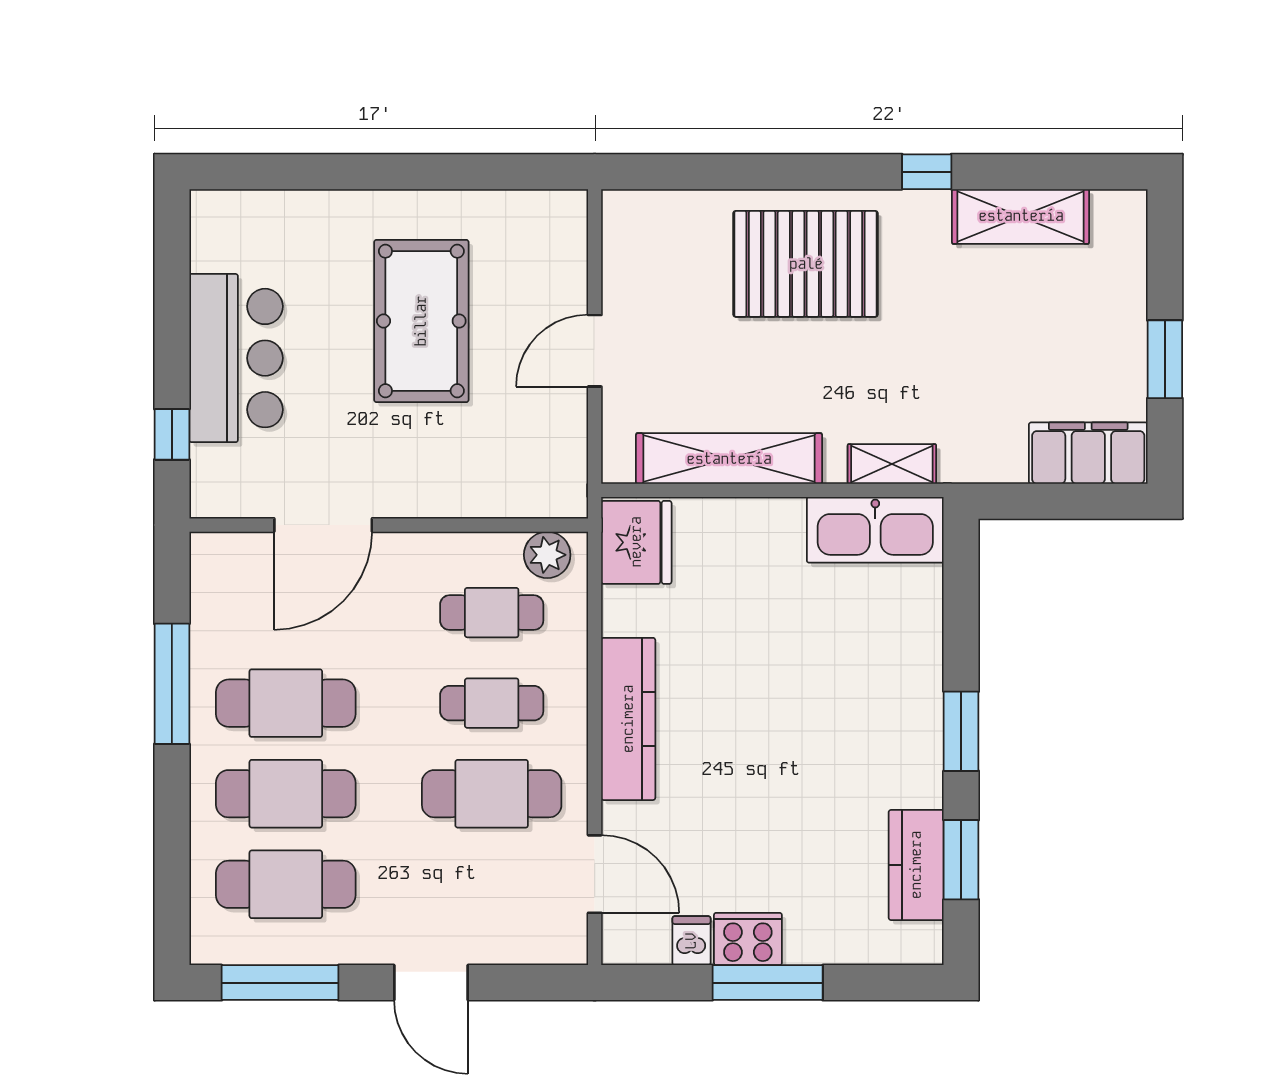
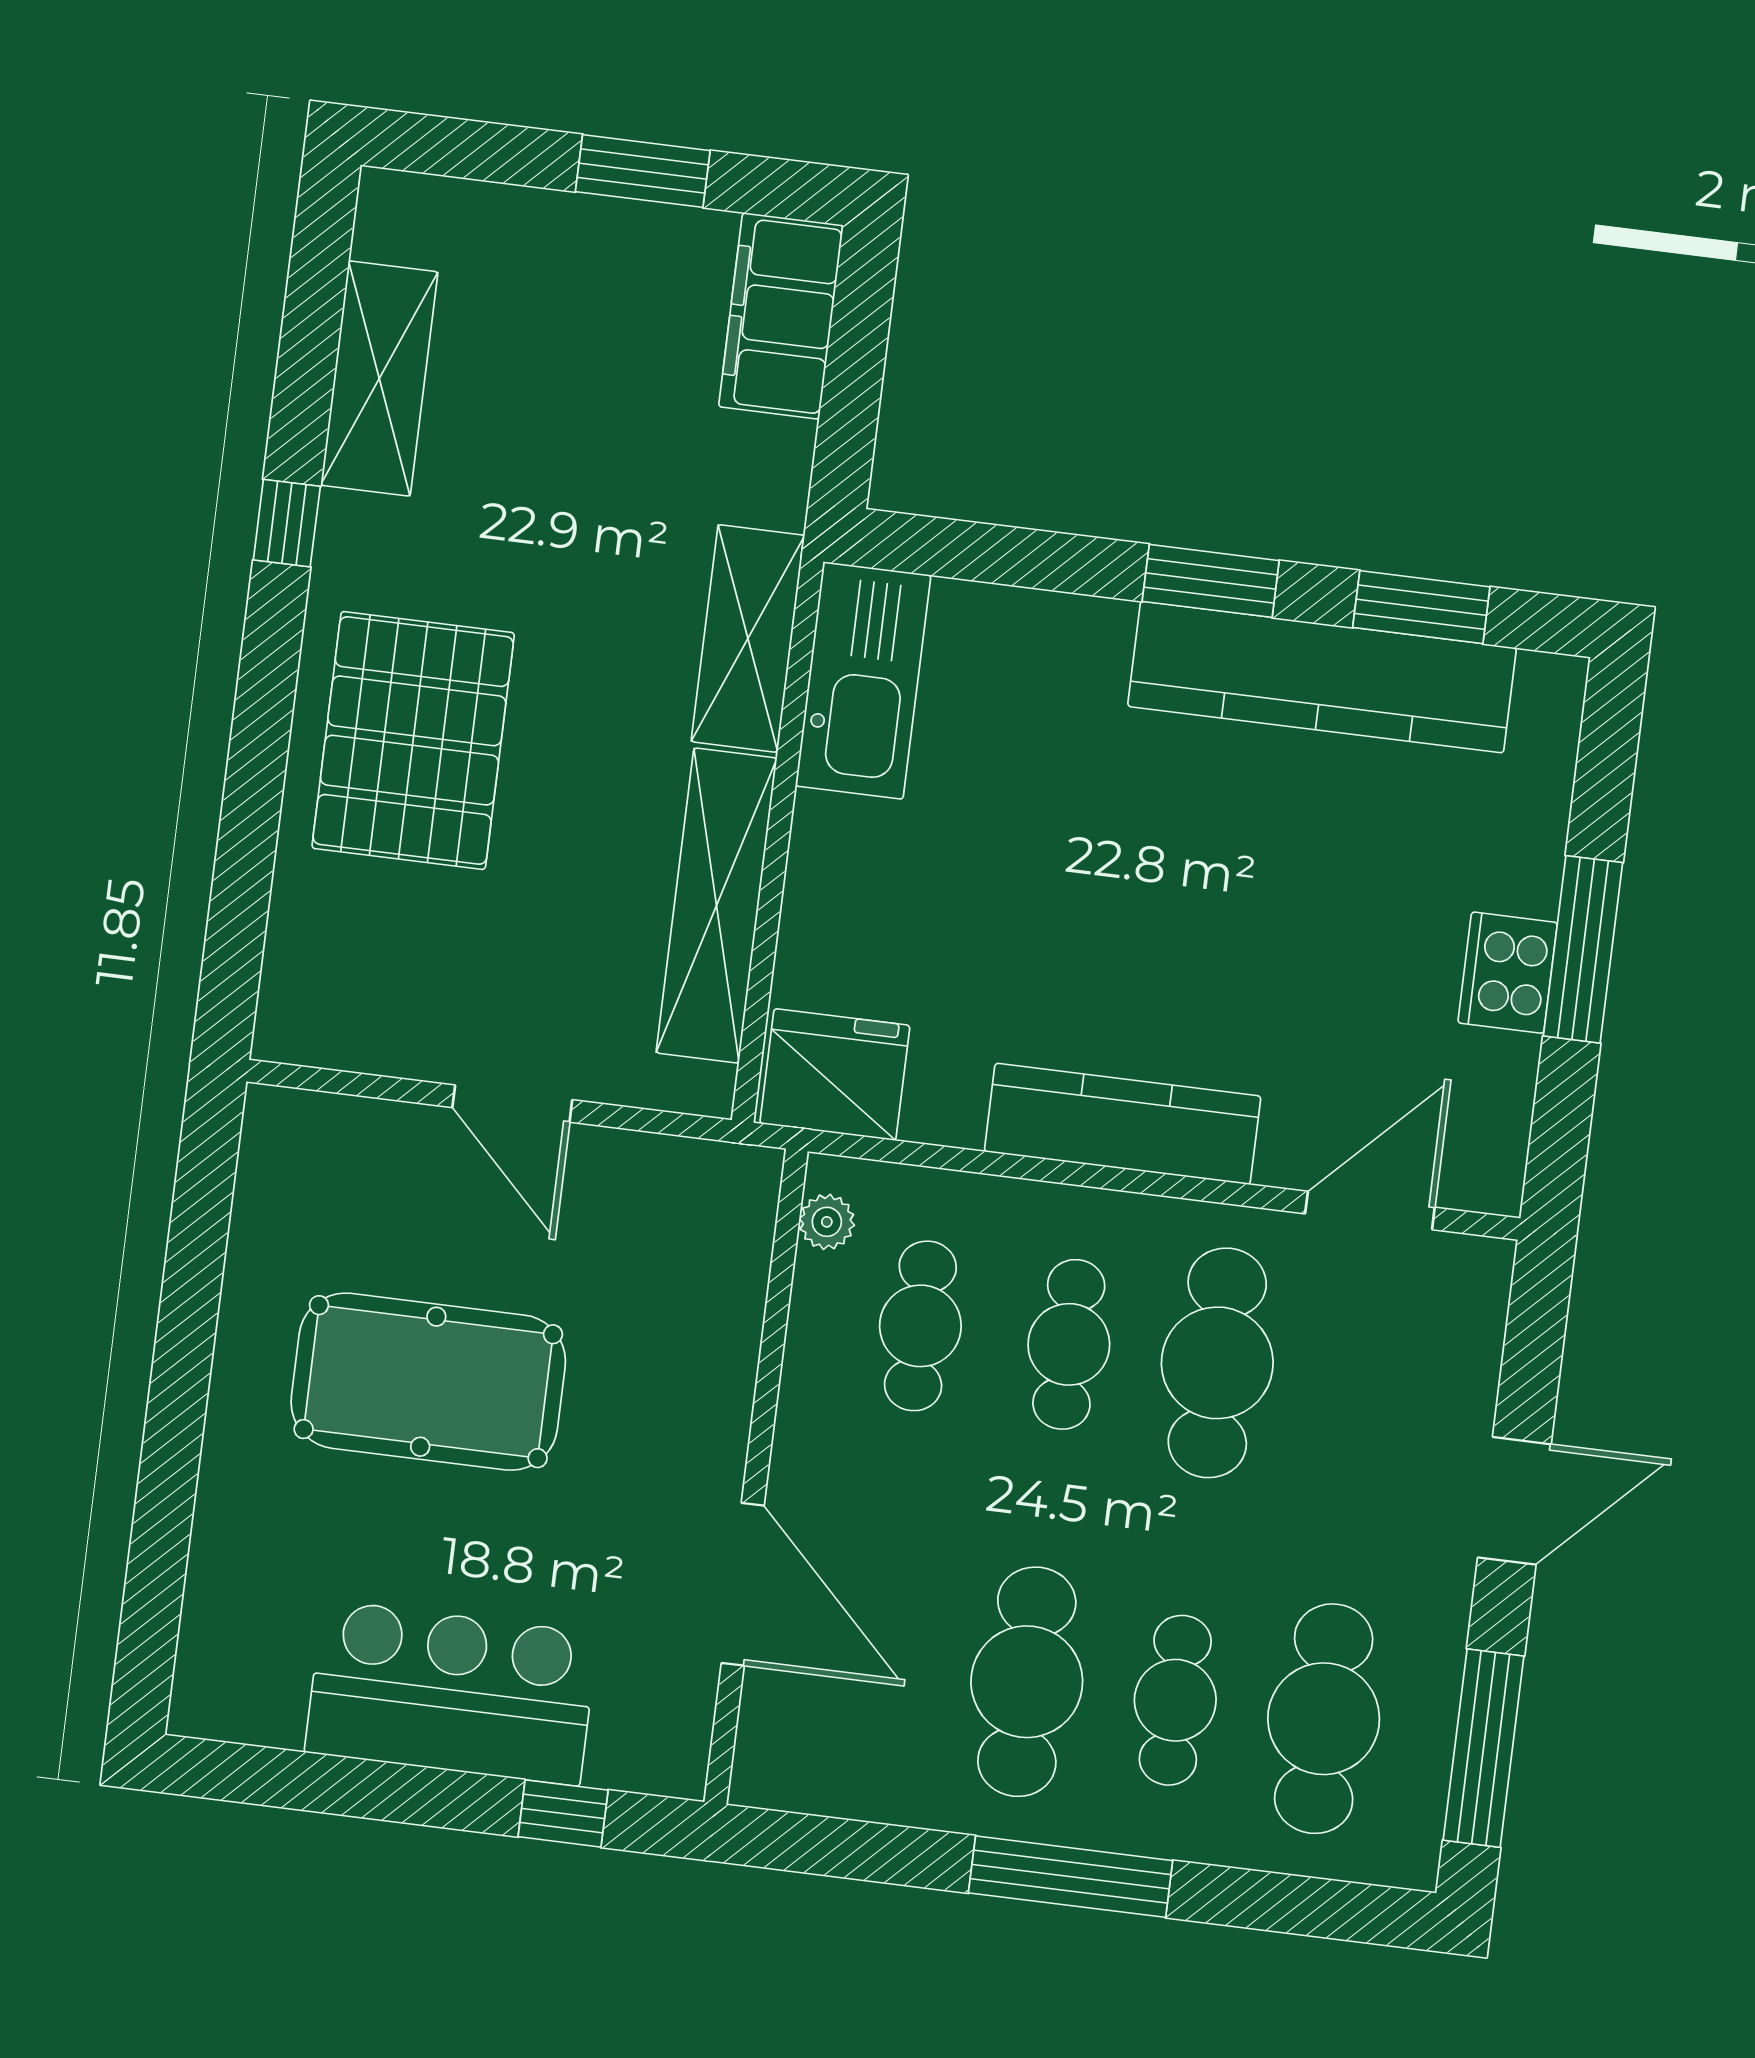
shelving: (892, 464) -> (748, 638), width x1.50, depth x1.33
plant: (547, 555) -> (827, 1222), width x0.73, depth x0.73
window: (172, 684) -> (1071, 1877), moved
cafe table: (286, 794) -> (1175, 1700), width x0.73, depth x0.74
kitchen counter: (916, 865) -> (1322, 677), width x2.08, depth x1.17
dishwasher: (691, 941) -> (1499, 1065), removed

